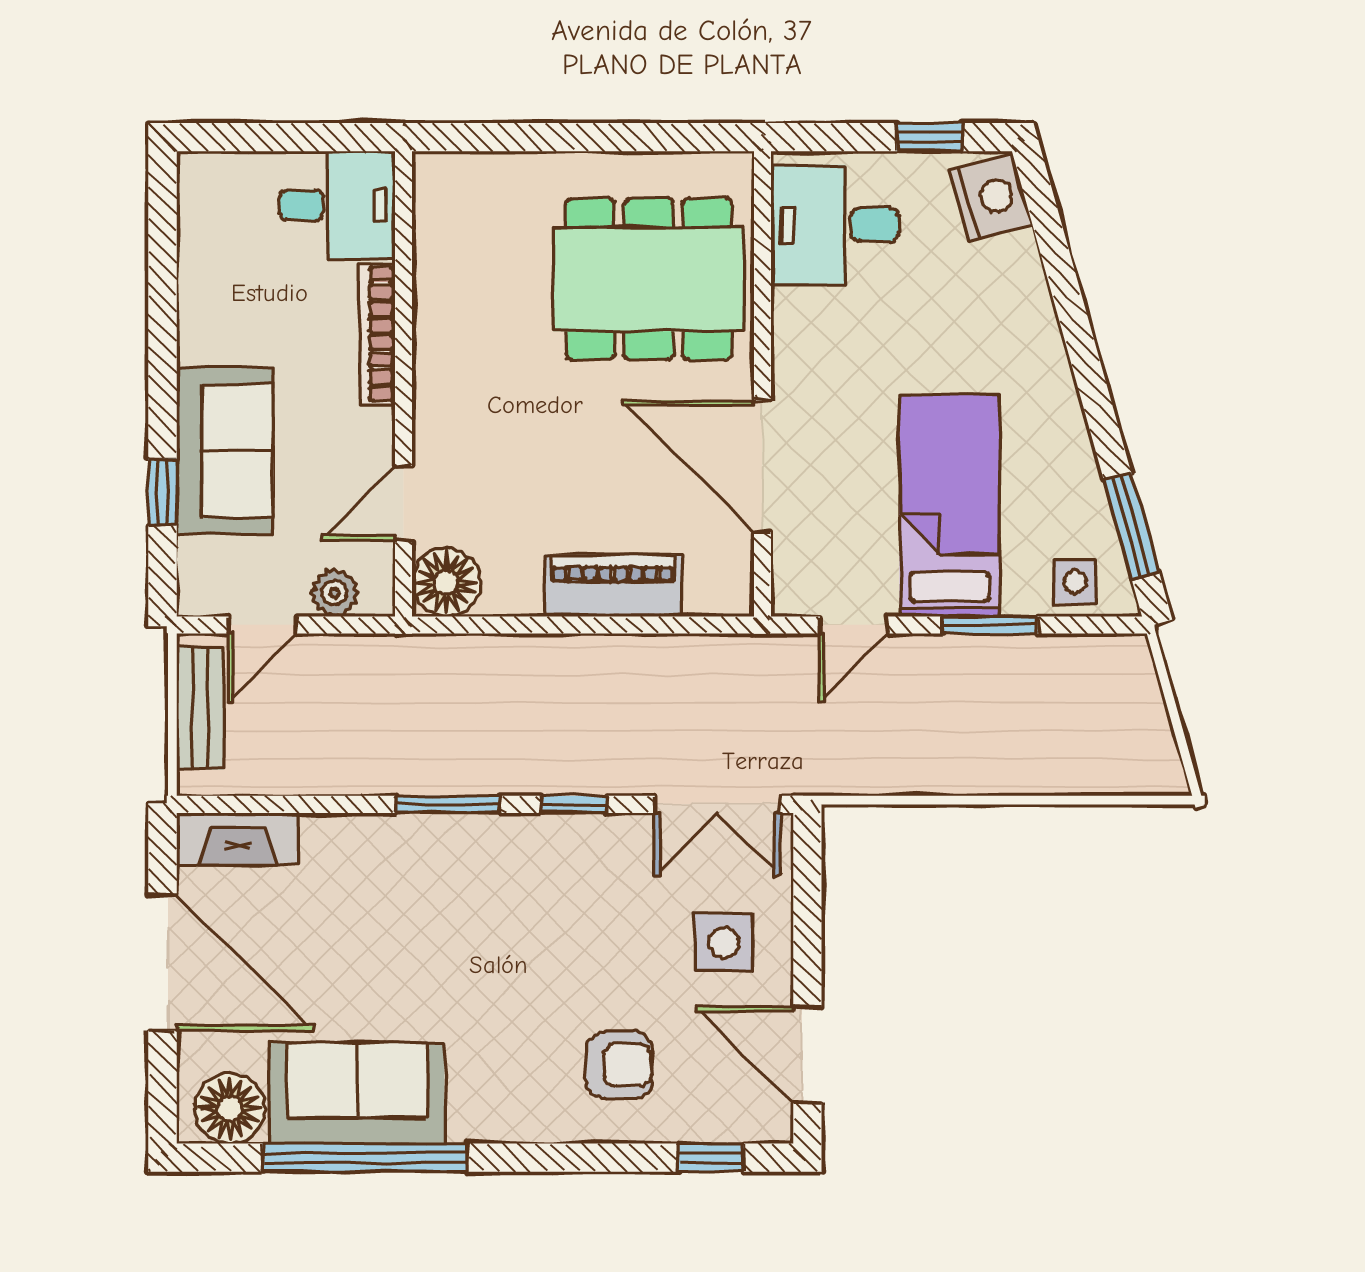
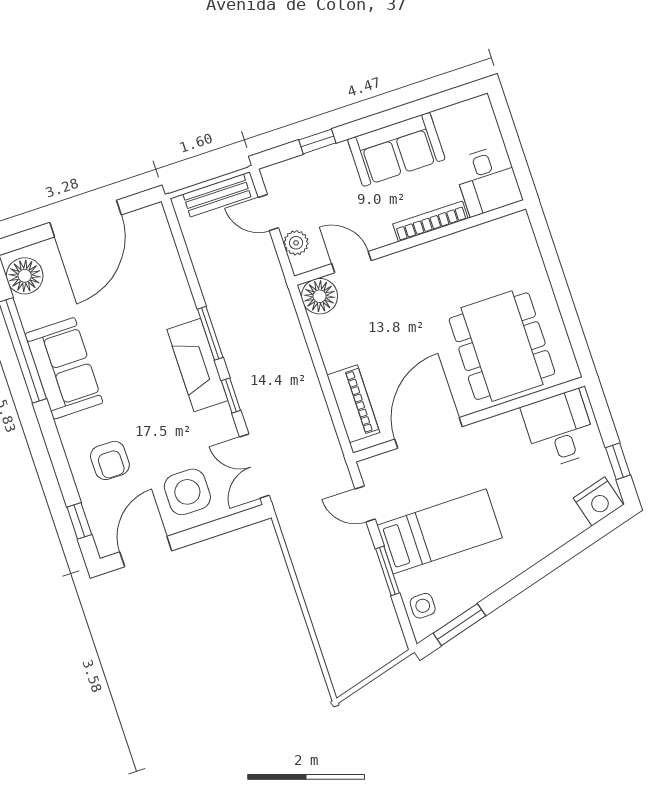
sofa: (225, 451) -> (396, 149), moved
piano: (613, 586) -> (353, 404), moved
fireplace: (238, 839) -> (197, 365), moved, width x1.37, depth x1.32
side table: (724, 943) -> (187, 492), width x1.37, depth x1.37
sofa: (357, 1093) -> (64, 368), moved

